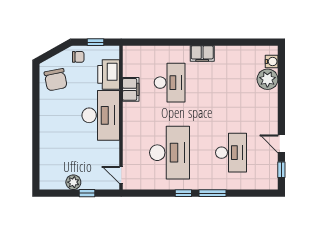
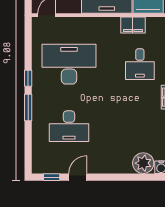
desk: (170, 83) -> (140, 64), width x0.73
desk: (170, 153) -> (69, 64), turned 180

